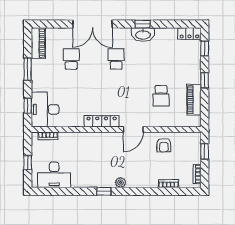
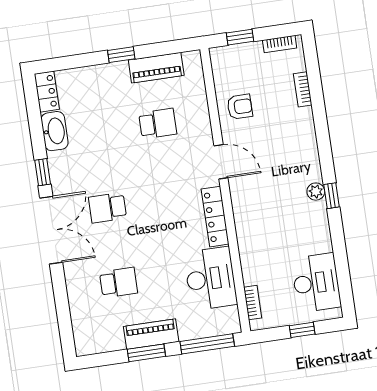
double door: (92, 24) -> (51, 230), moved
washbasin: (143, 35) -> (55, 131), moved
piano: (38, 43) -> (151, 334), moved
window: (205, 49) -> (68, 62), removed
school desk: (71, 59) -> (119, 283), turned 180
window: (28, 106) -> (207, 344), width x2.17
desk: (45, 109) -> (211, 279), moved, turned -90
plant: (121, 182) -> (316, 192), moved

